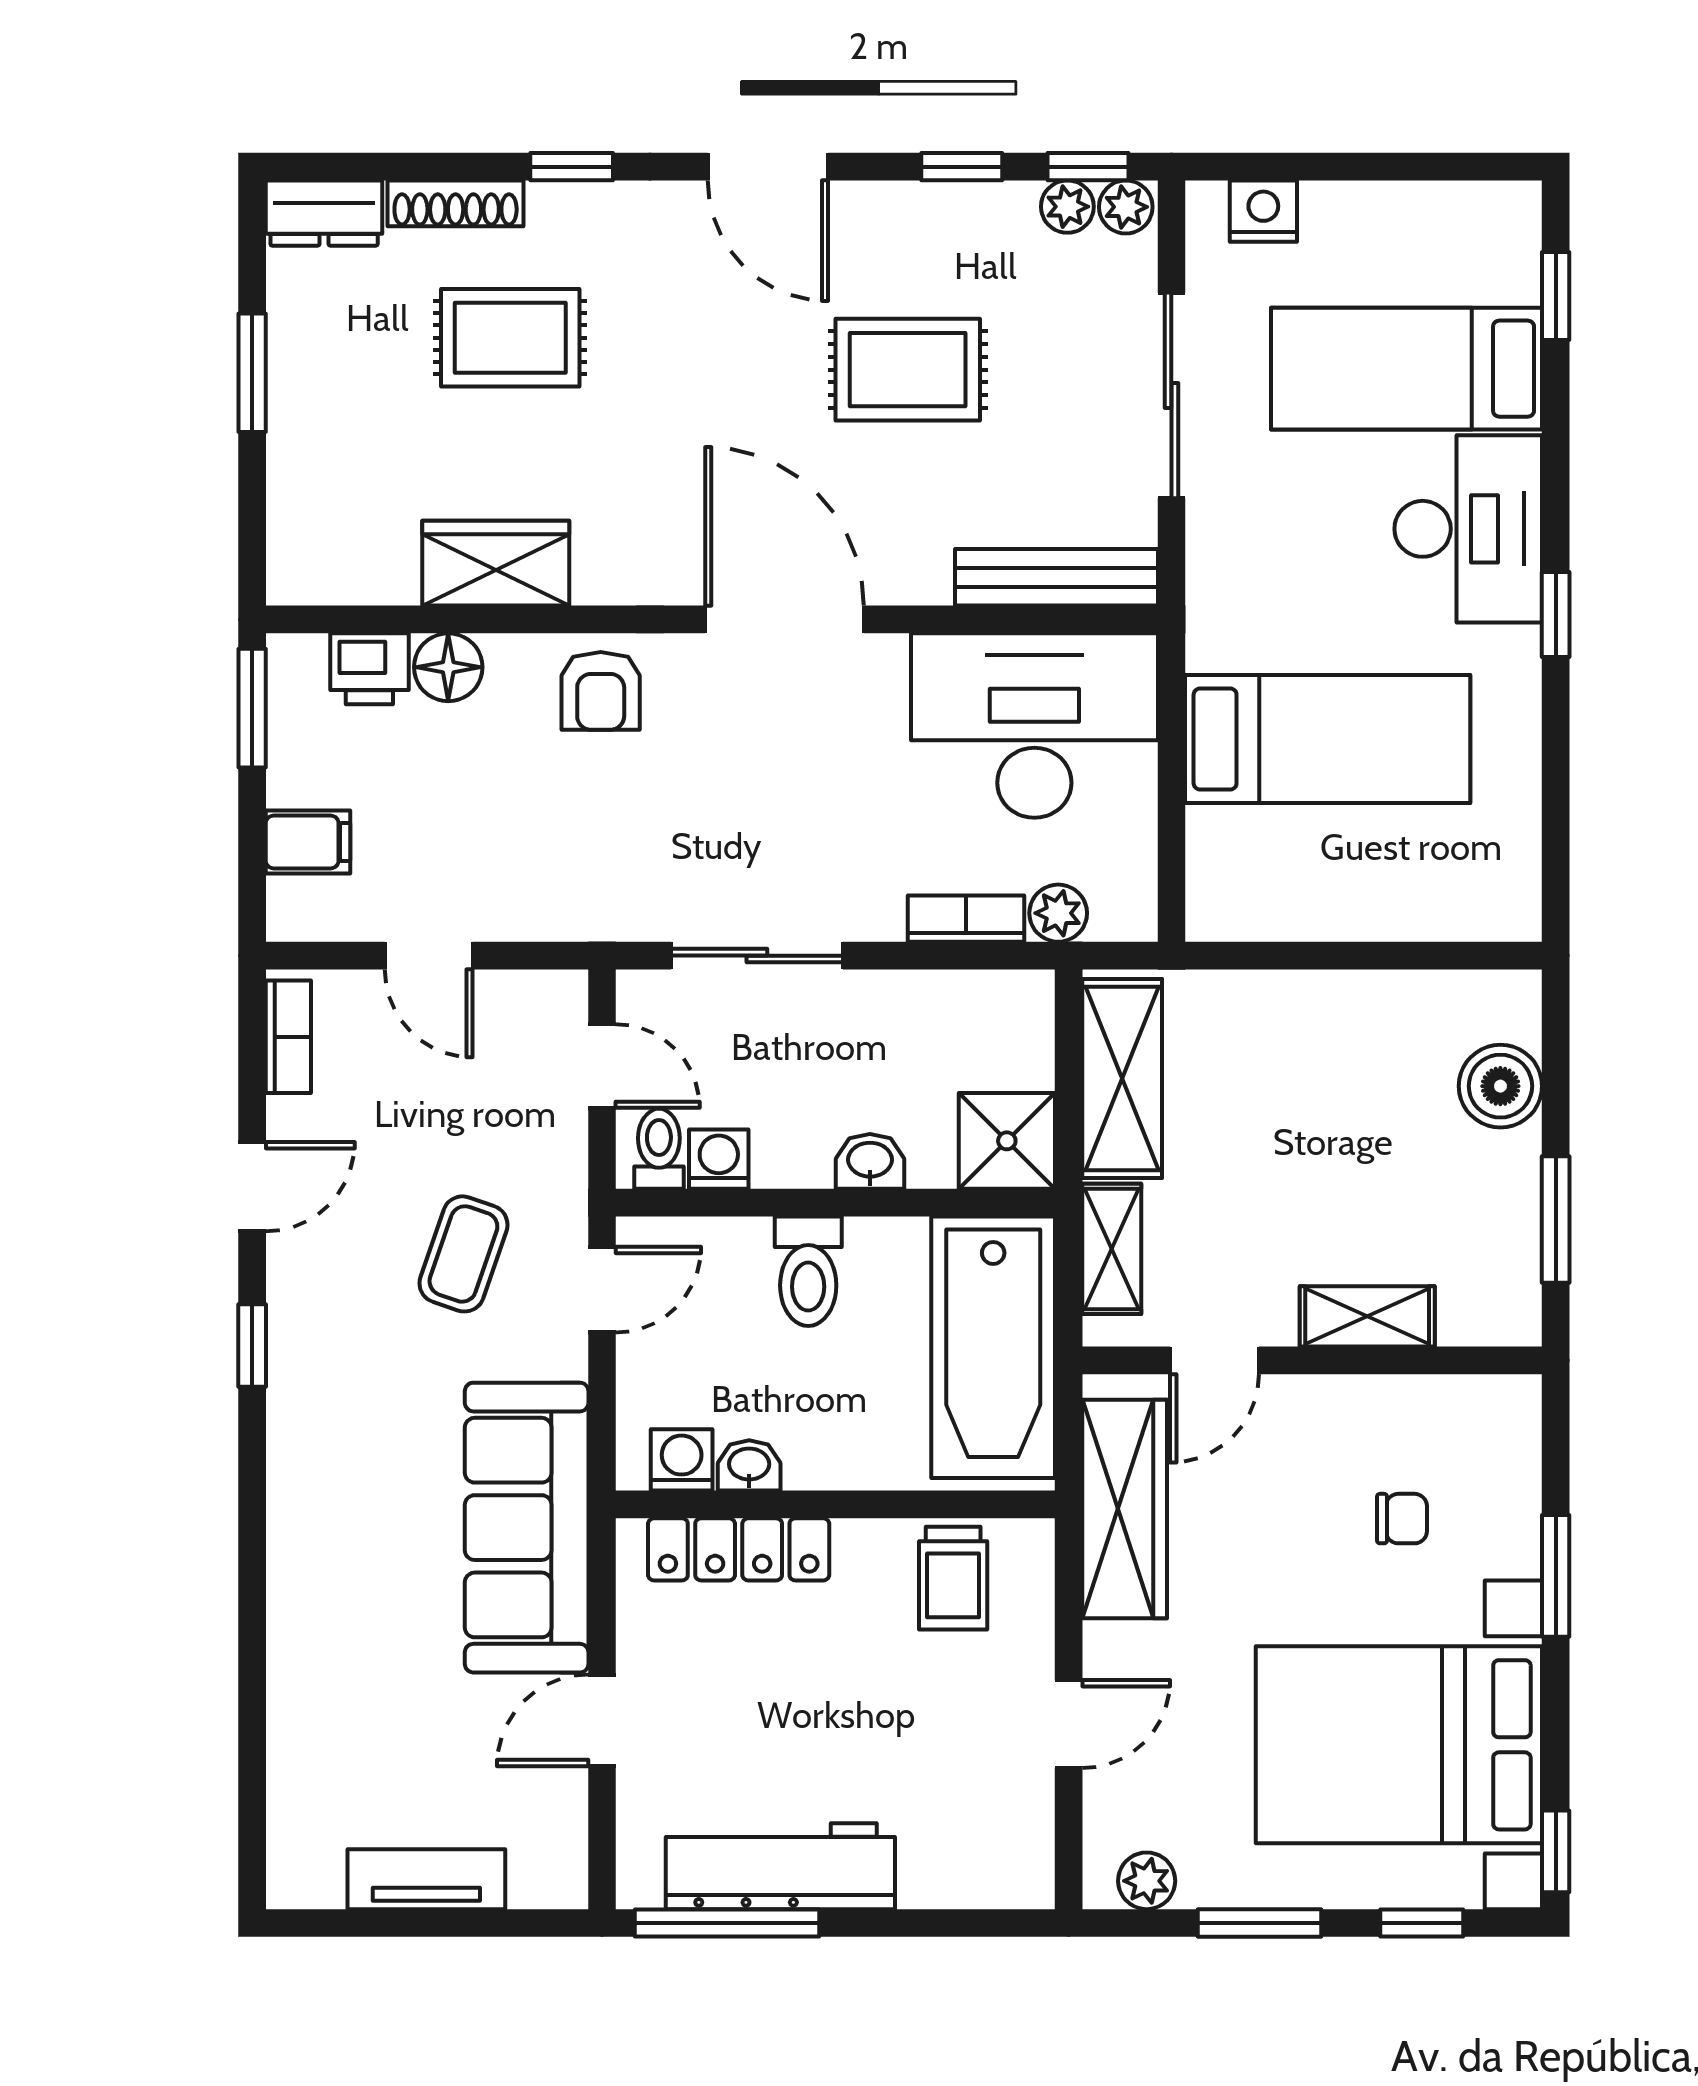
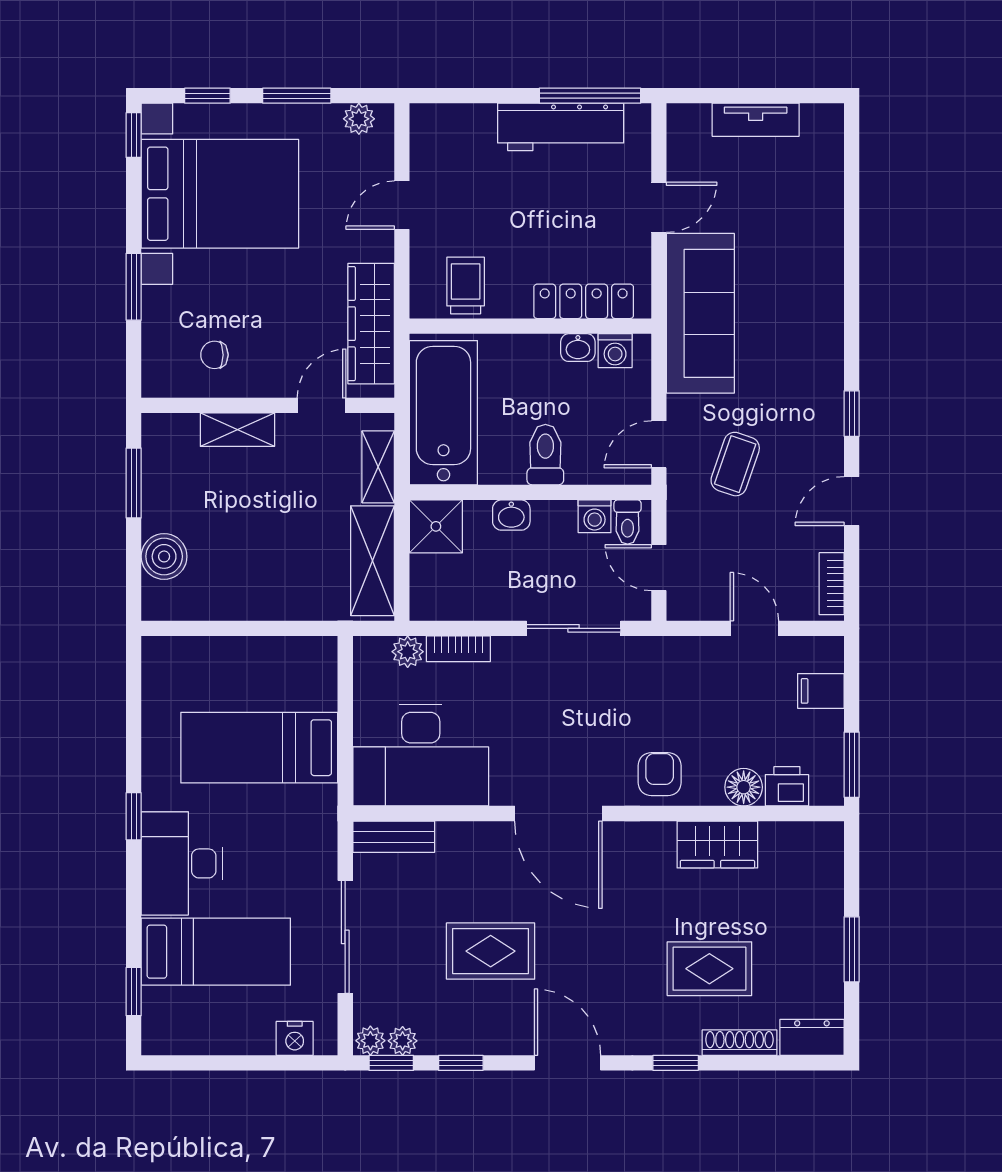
bench: (1056, 577) -> (394, 837), width x0.73
chair: (1402, 1519) -> (214, 355), moved

